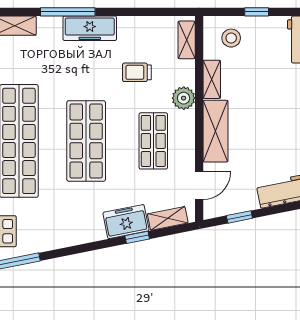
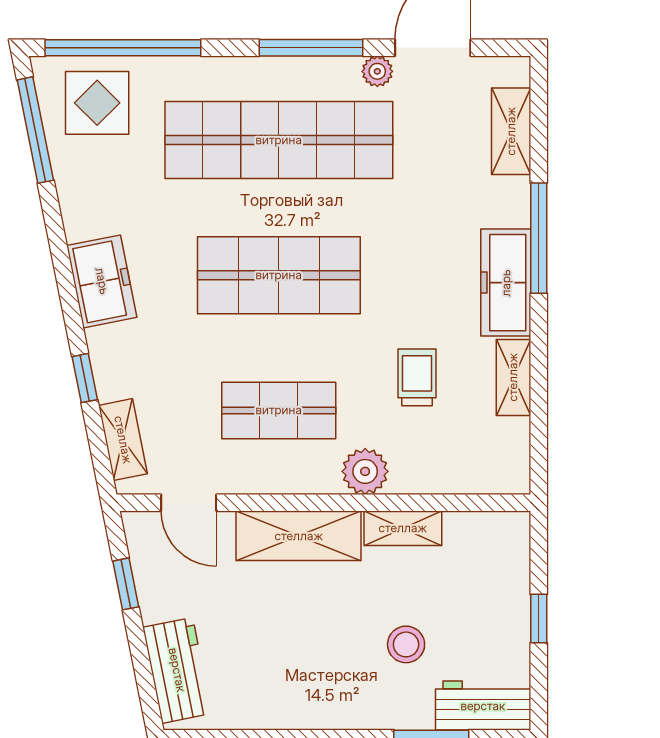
stool: (231, 38) -> (406, 644), moved
shelving: (187, 40) -> (513, 377), moved, turned 90
freezer: (126, 222) -> (102, 281), moved

